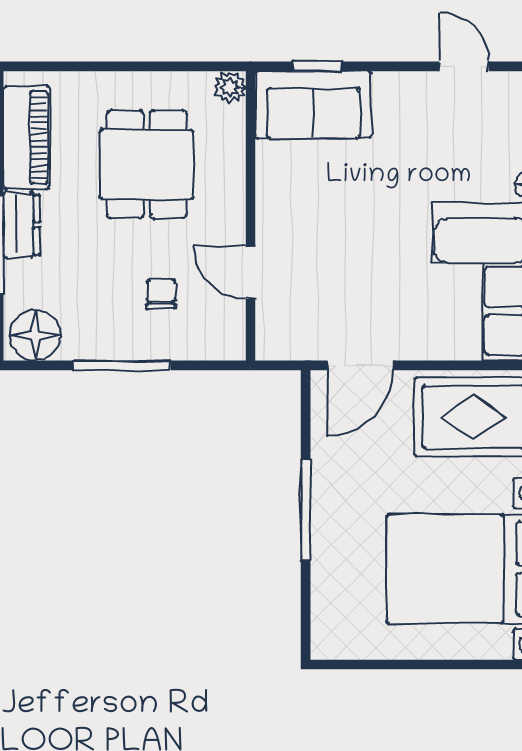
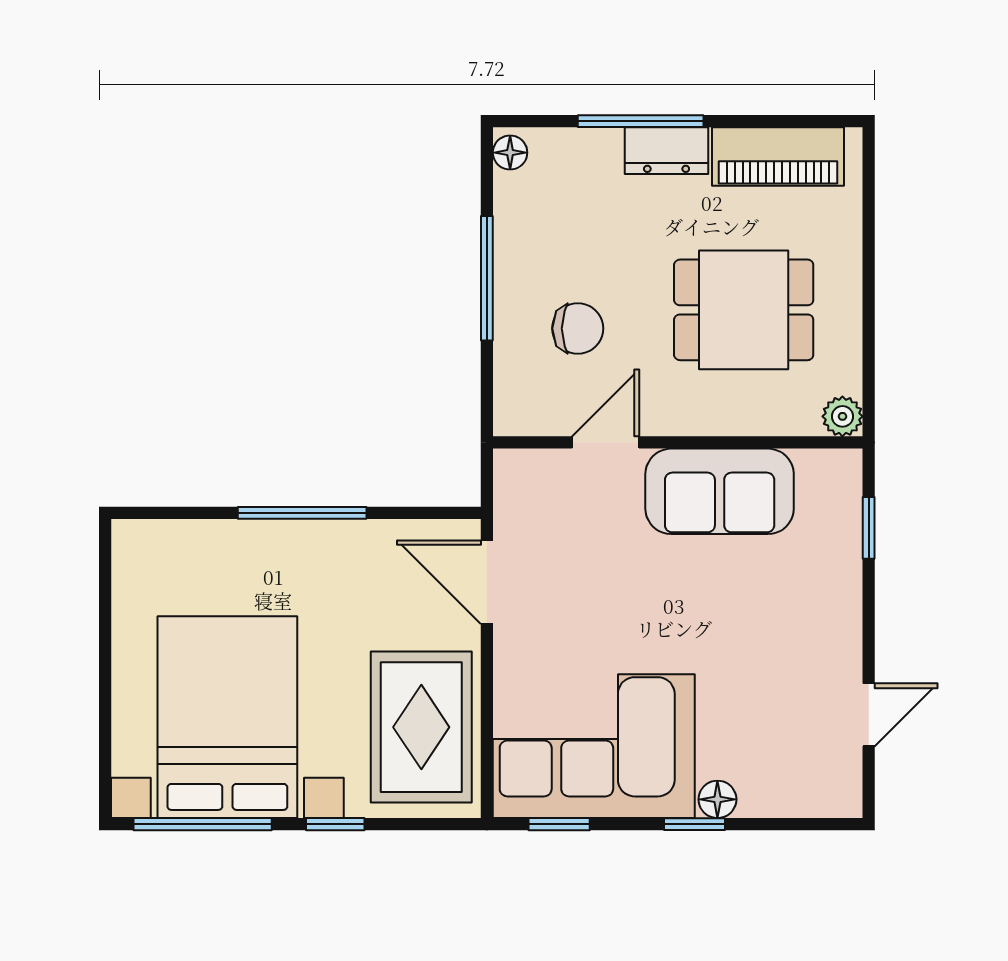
sofa: (313, 105) -> (720, 491), moved, turned -90
chair: (161, 294) -> (578, 328), width x1.37, depth x1.37
floor lamp: (35, 335) -> (510, 153), width x0.53, depth x0.53

